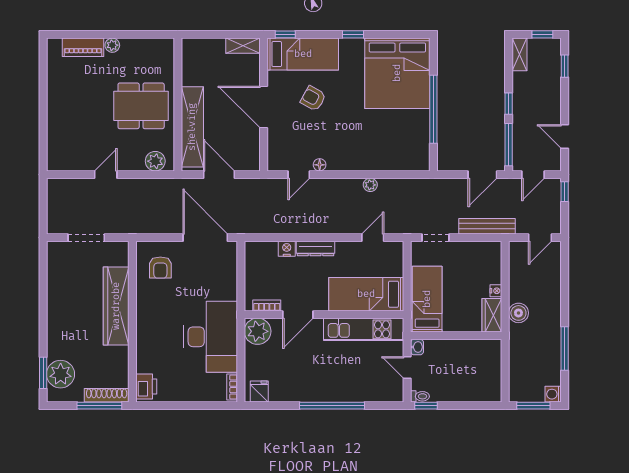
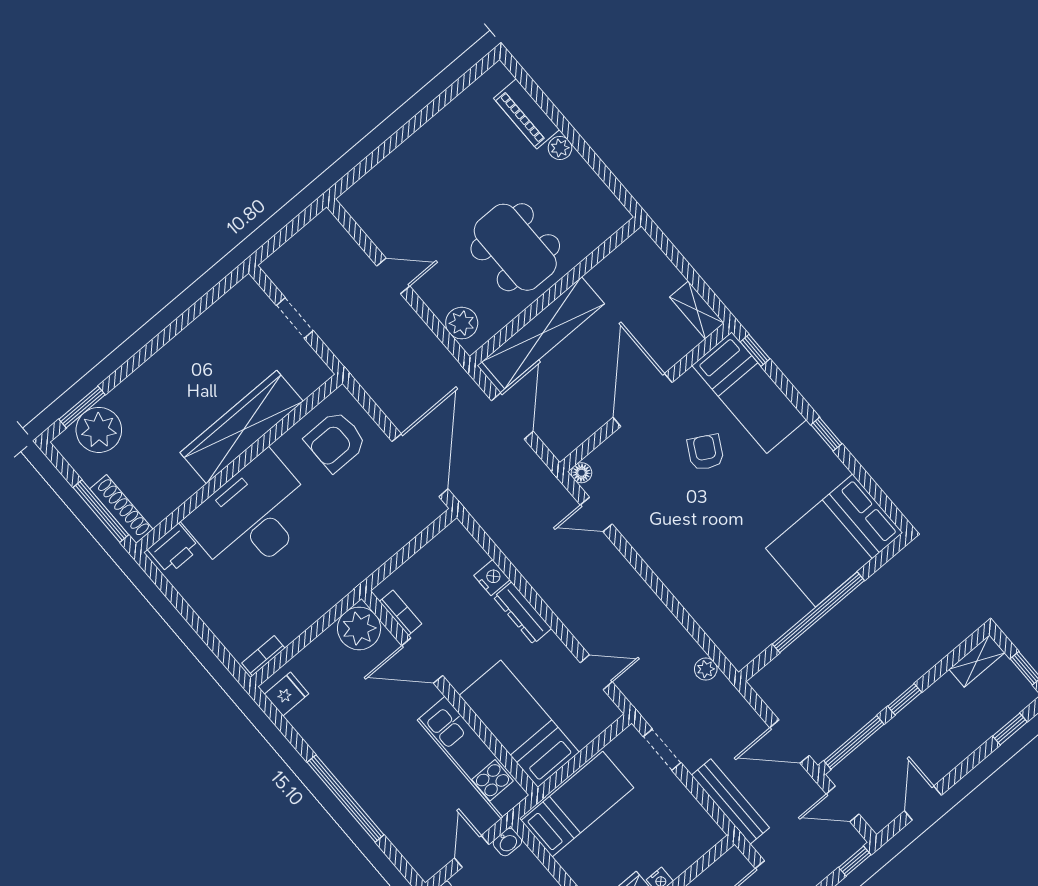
bed: (397, 73) -> (834, 541), width x0.73
floor lamp: (320, 165) -> (581, 473), moved
plant: (370, 185) -> (706, 669), moved
doorway: (86, 238) -> (295, 318), width x0.73
armchair: (160, 268) -> (336, 441), width x1.38, depth x1.38
desk: (211, 337) -> (252, 517), moved, turned 180

